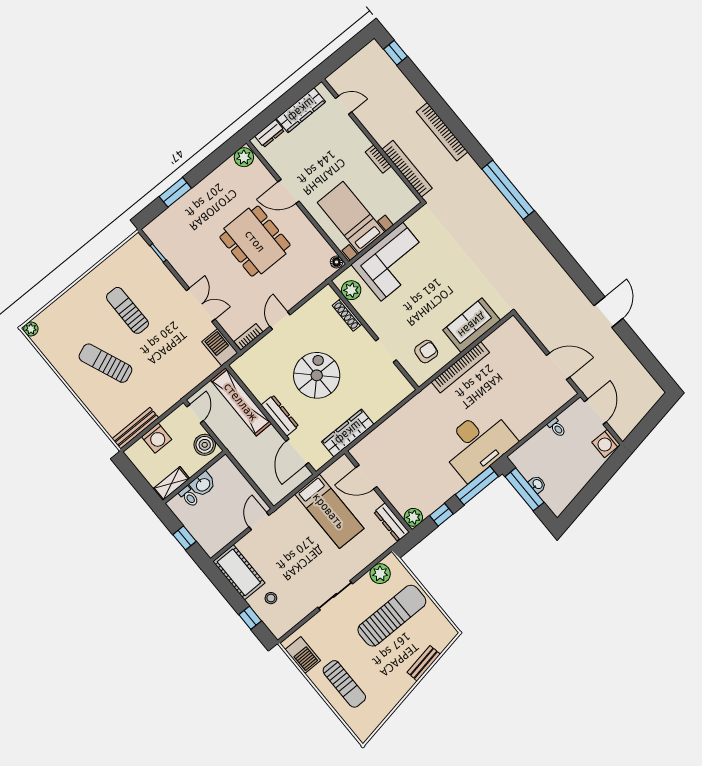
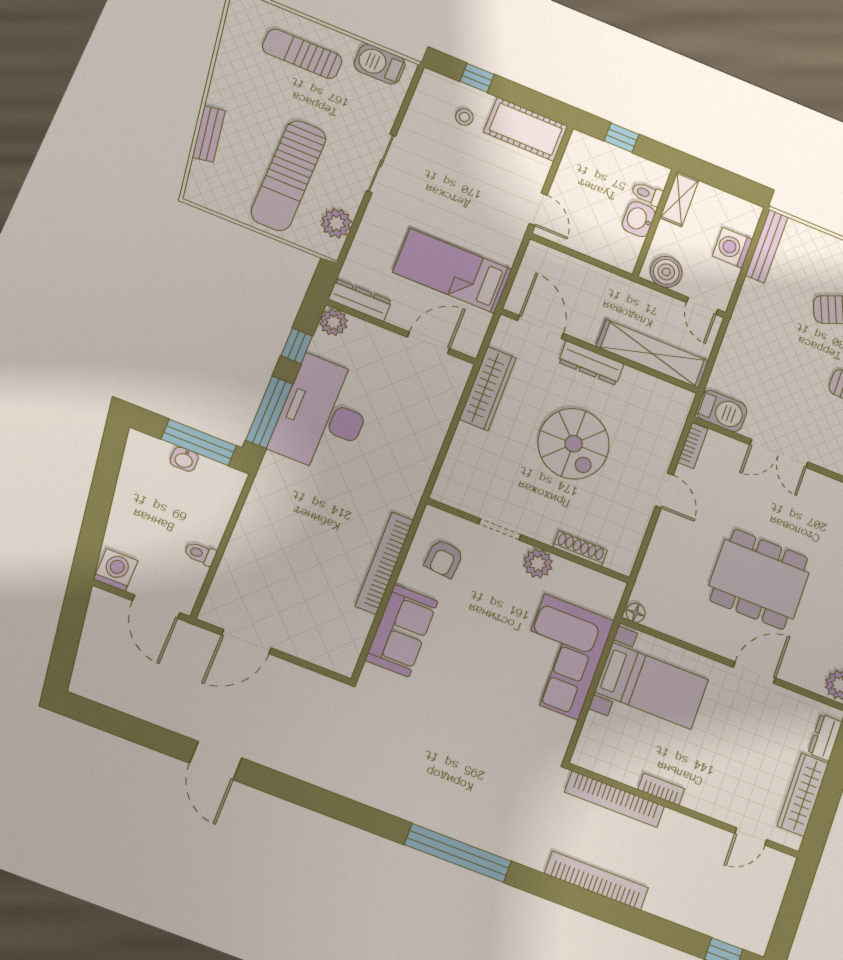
plant: (351, 290) -> (538, 563), moved
desk: (478, 444) -> (323, 415), moved

